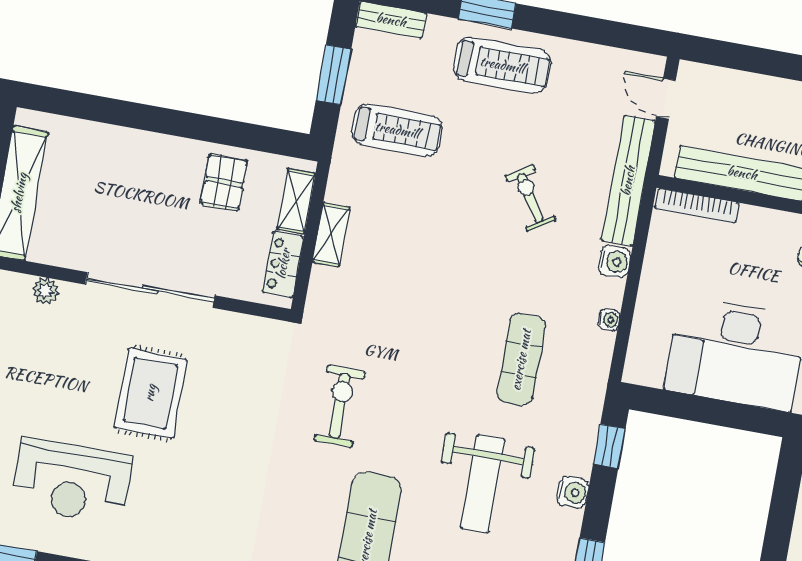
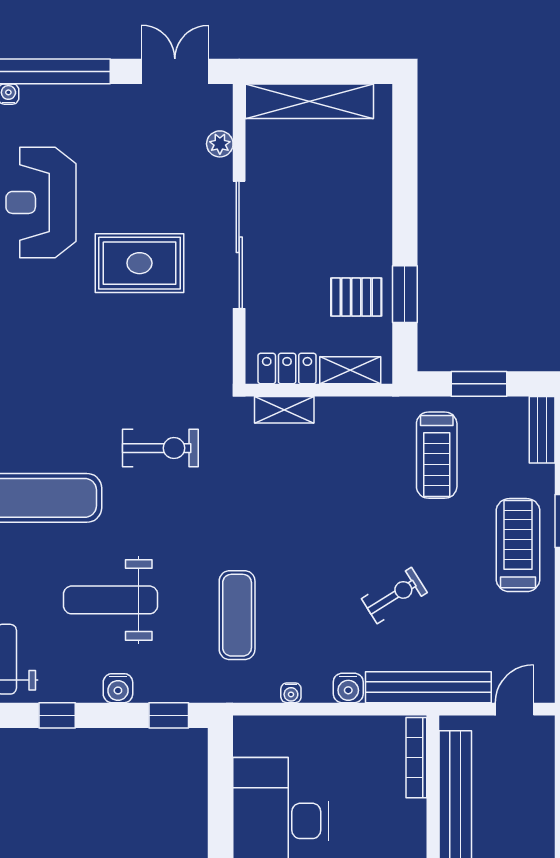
treadmill: (502, 65) -> (518, 545), turned 180
window: (230, 133) -> (405, 294), added
shelving: (331, 235) -> (284, 410), moved
exercise mat: (521, 360) -> (237, 615), turned 90

